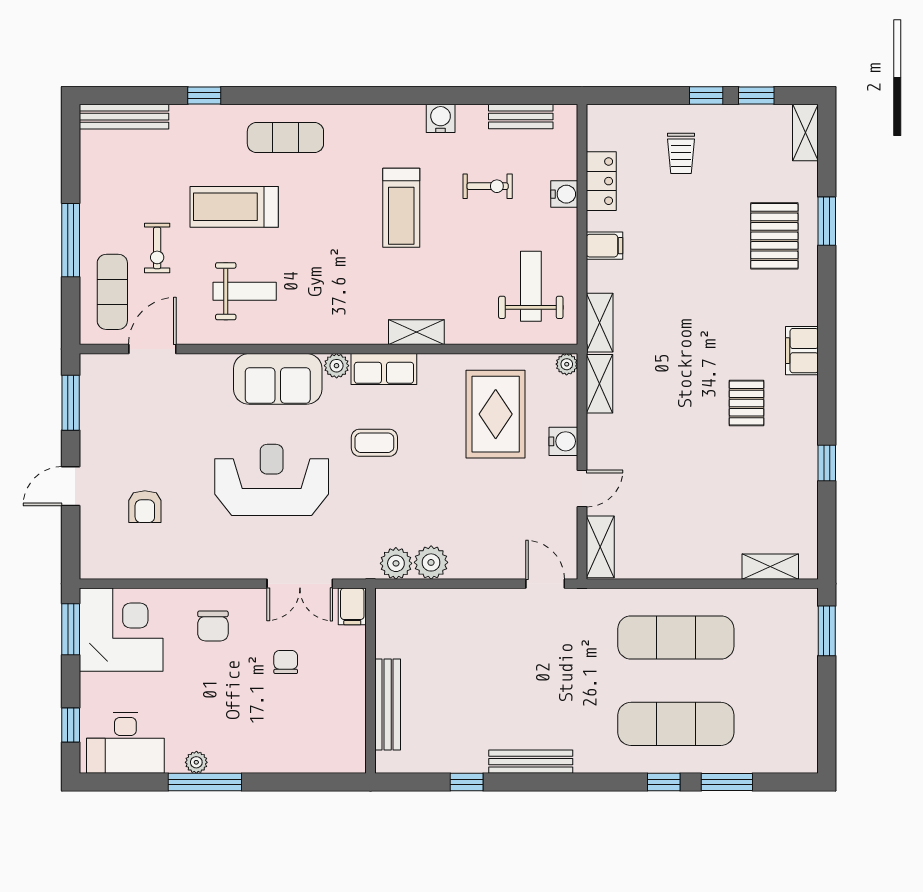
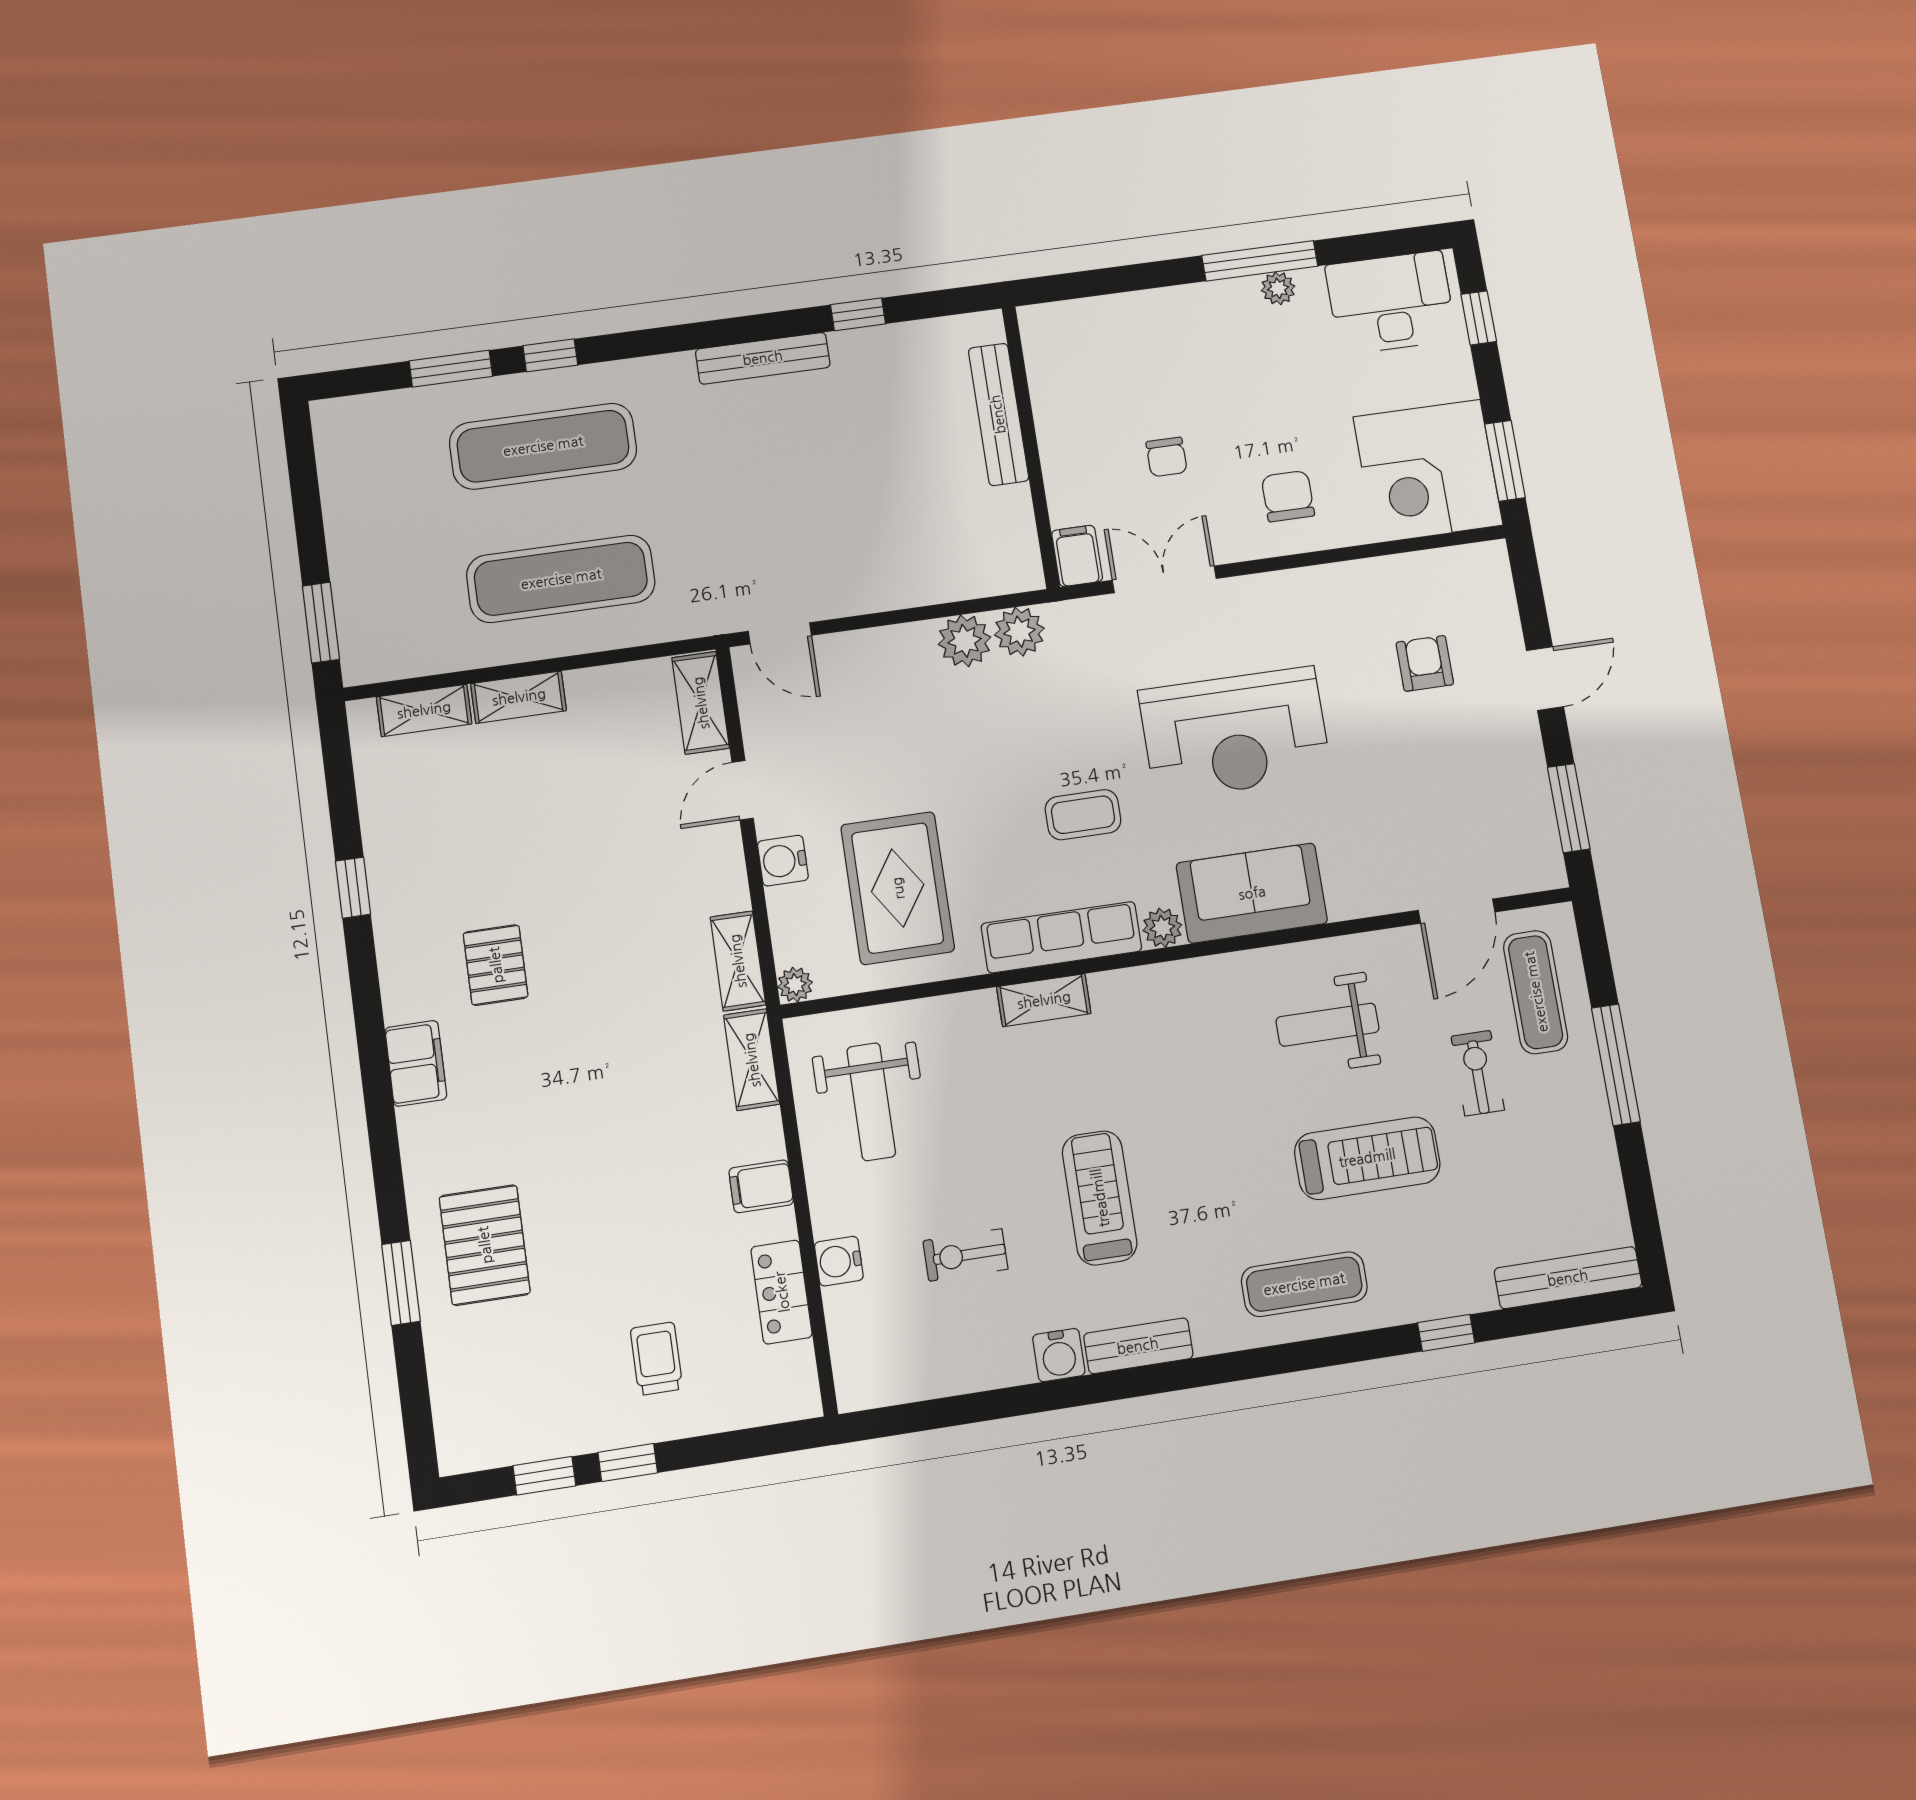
bench: (521, 117) -> (1138, 1346), moved
shelving: (805, 133) -> (519, 697), moved, turned 90
row of seats: (384, 369) -> (1061, 937), width x1.48

